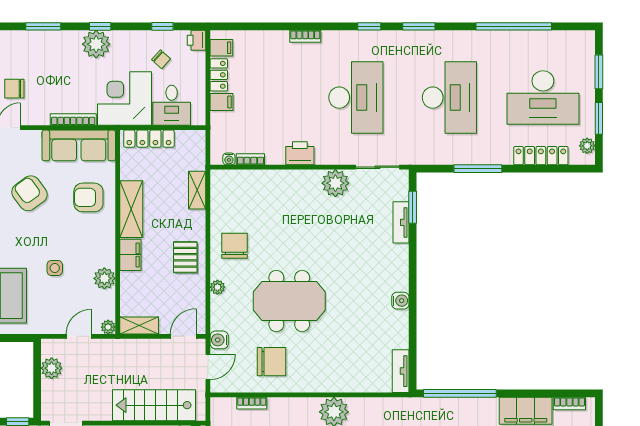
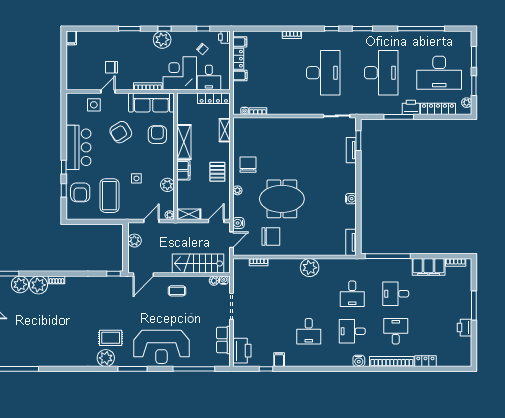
locker: (149, 139) -> (214, 98), moved
printer: (300, 153) -> (411, 107), moved
plant: (335, 183) -> (311, 126), removed
armchair: (29, 193) -> (121, 132), turned -86
armchair: (88, 197) -> (157, 135), turned 90

